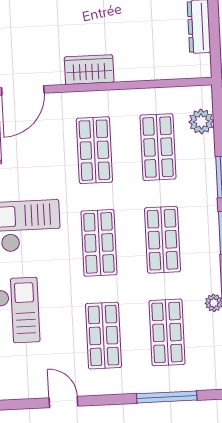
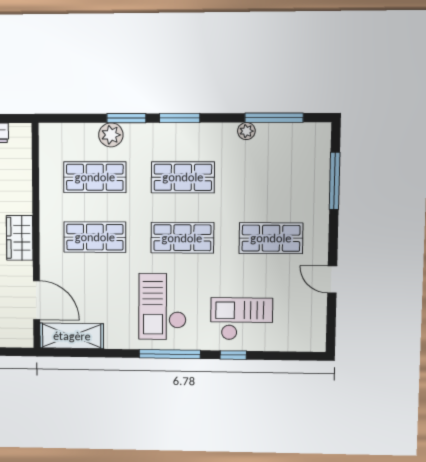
plant: (201, 122) -> (111, 135), moved
shop shelf: (167, 332) -> (272, 178), removed
door: (63, 402) -> (332, 279), hinge flipped

